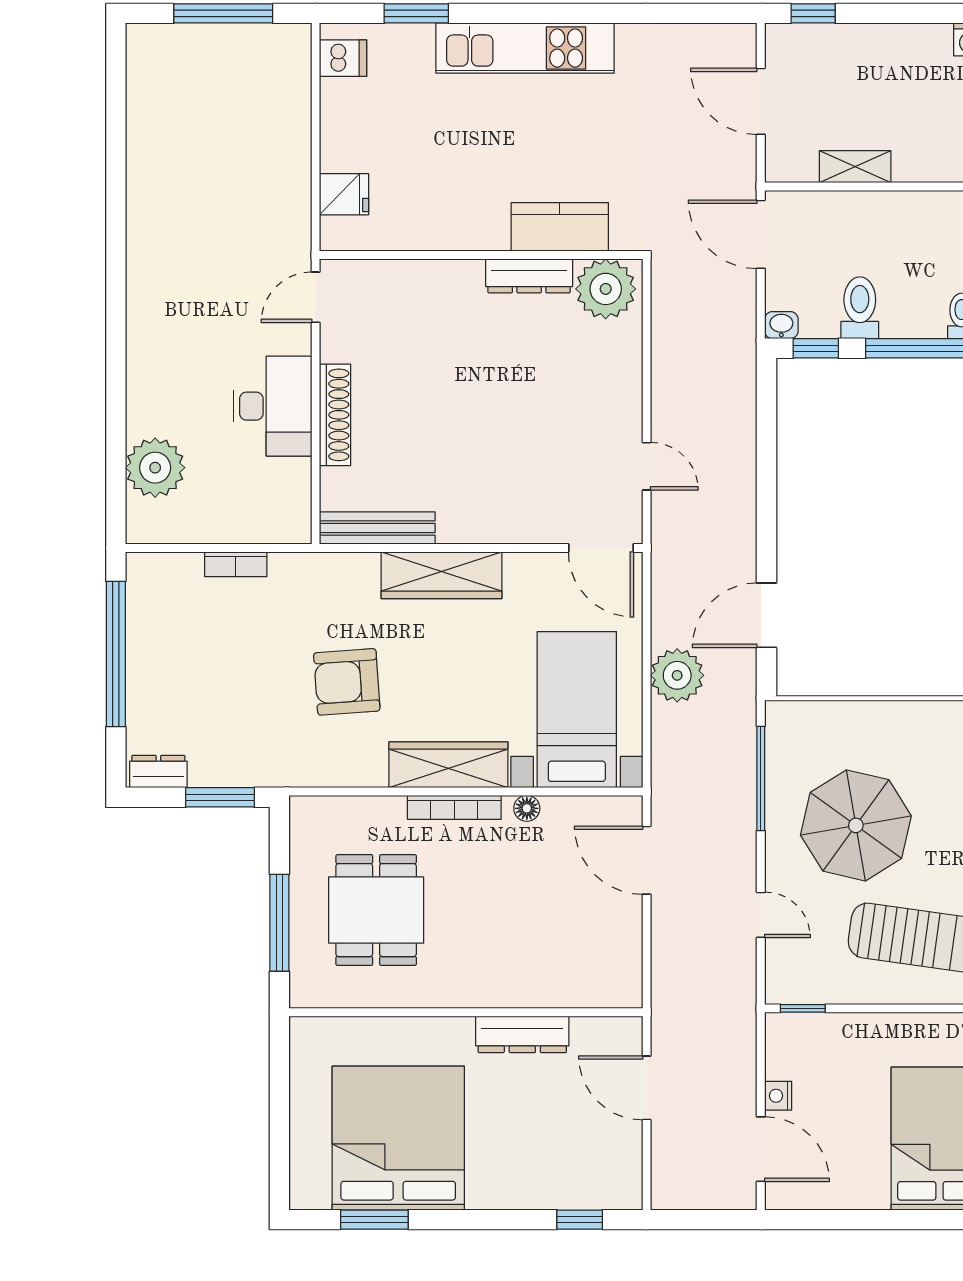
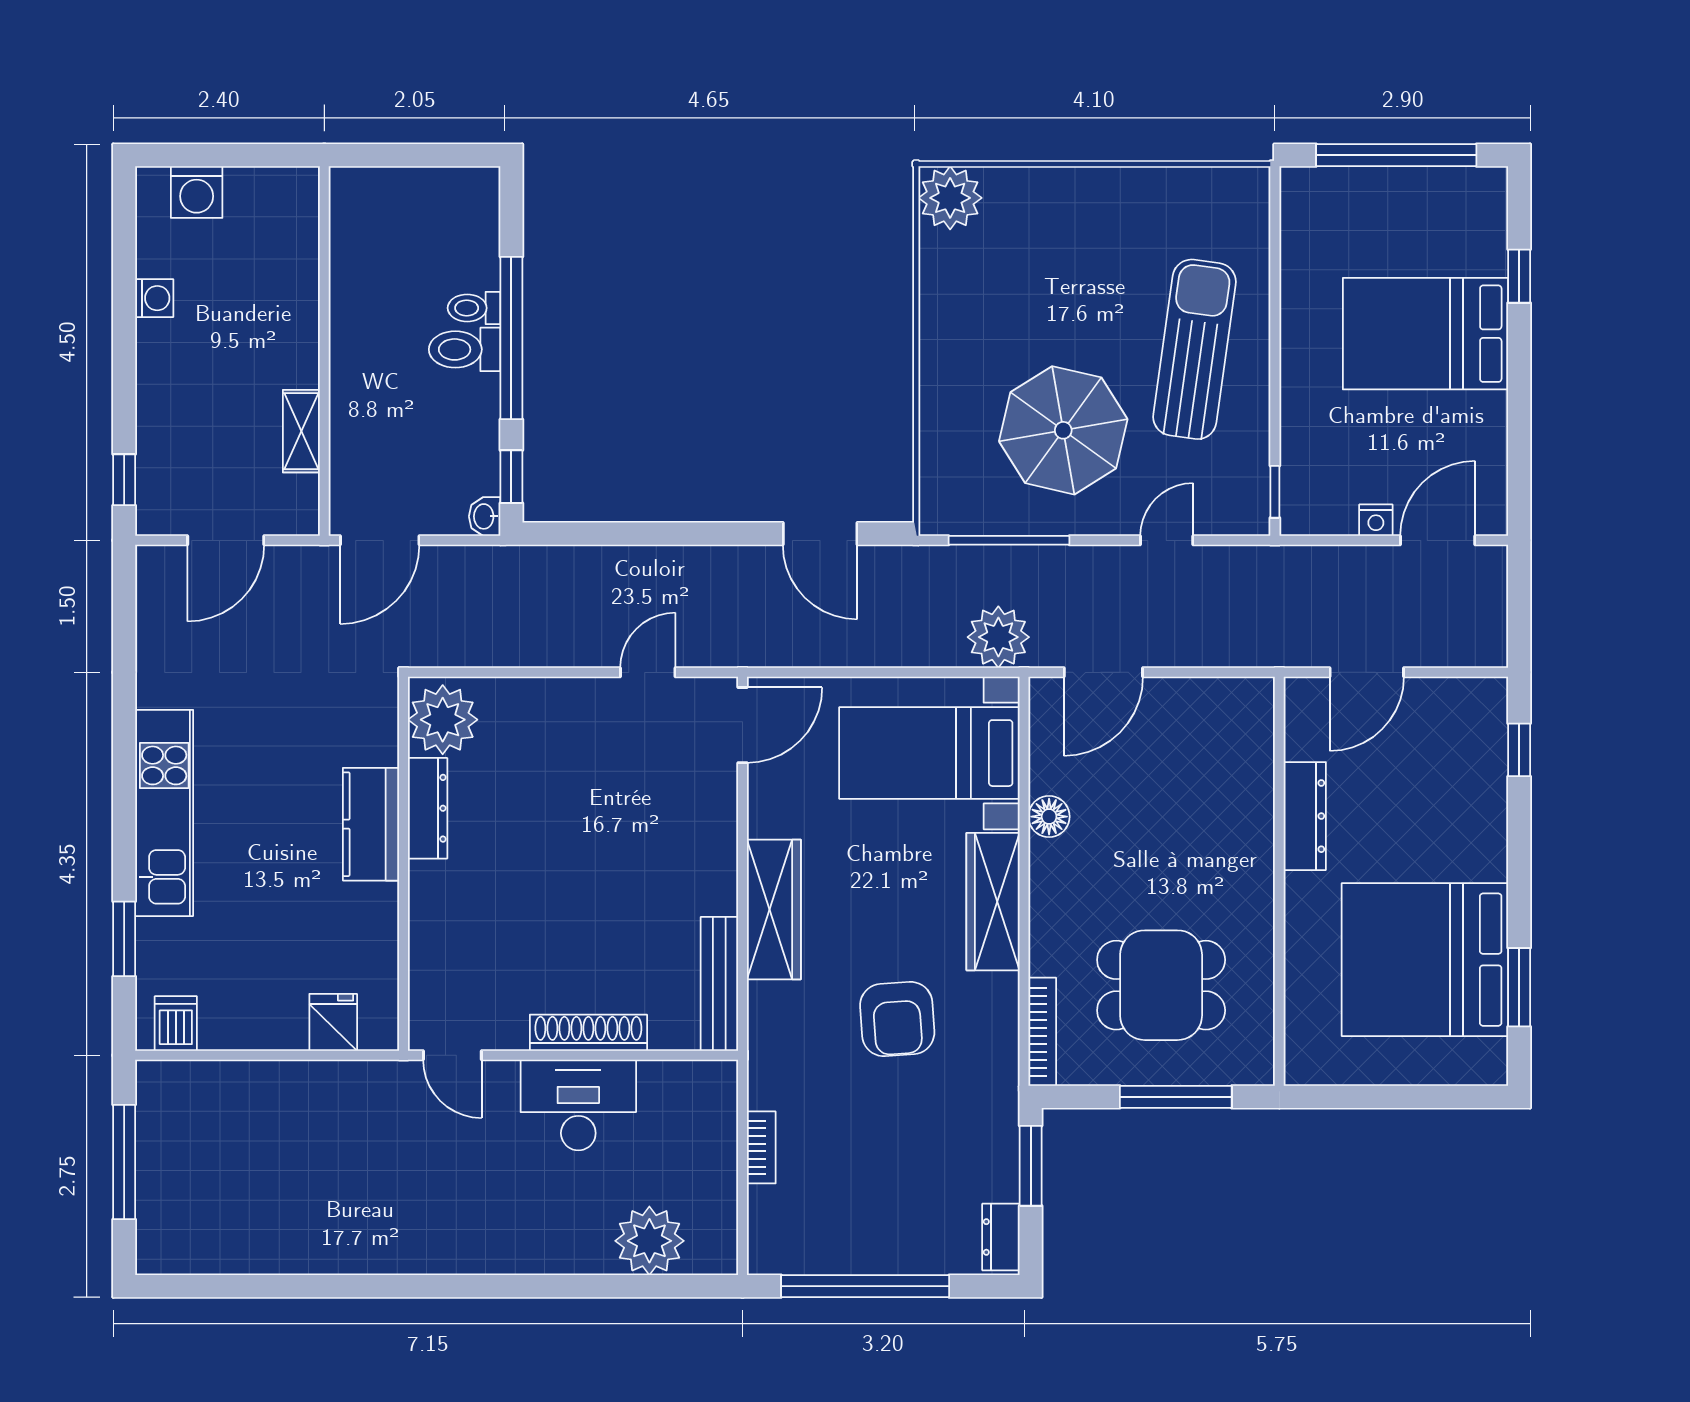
kitchen counter: (560, 227) -> (371, 824), moved
toilet: (860, 308) -> (465, 349), moved
plant: (677, 675) -> (998, 637), moved
bookcase: (454, 807) -> (1042, 1032), moved
floor lamp: (527, 808) -> (1049, 817), width x1.37, depth x1.37

